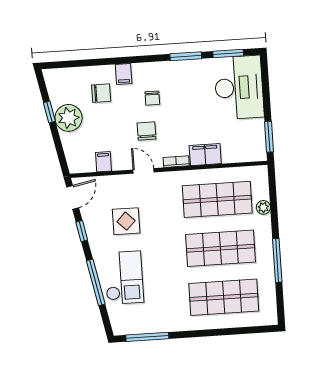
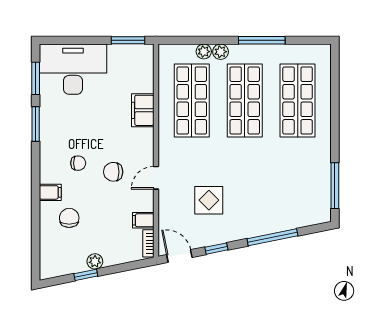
plant: (69, 118) -> (95, 261), width x0.53, depth x0.53
bookcase: (176, 162) -> (148, 243), moved
plant: (264, 223) -> (221, 52), added
checkout: (124, 278) -> (269, 207), removed

